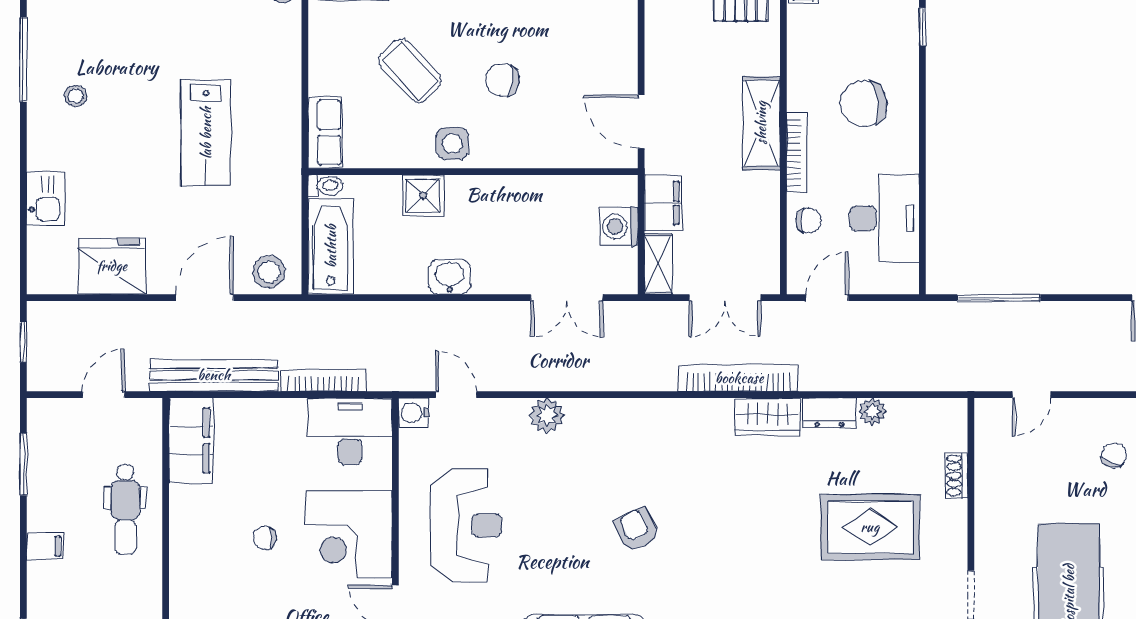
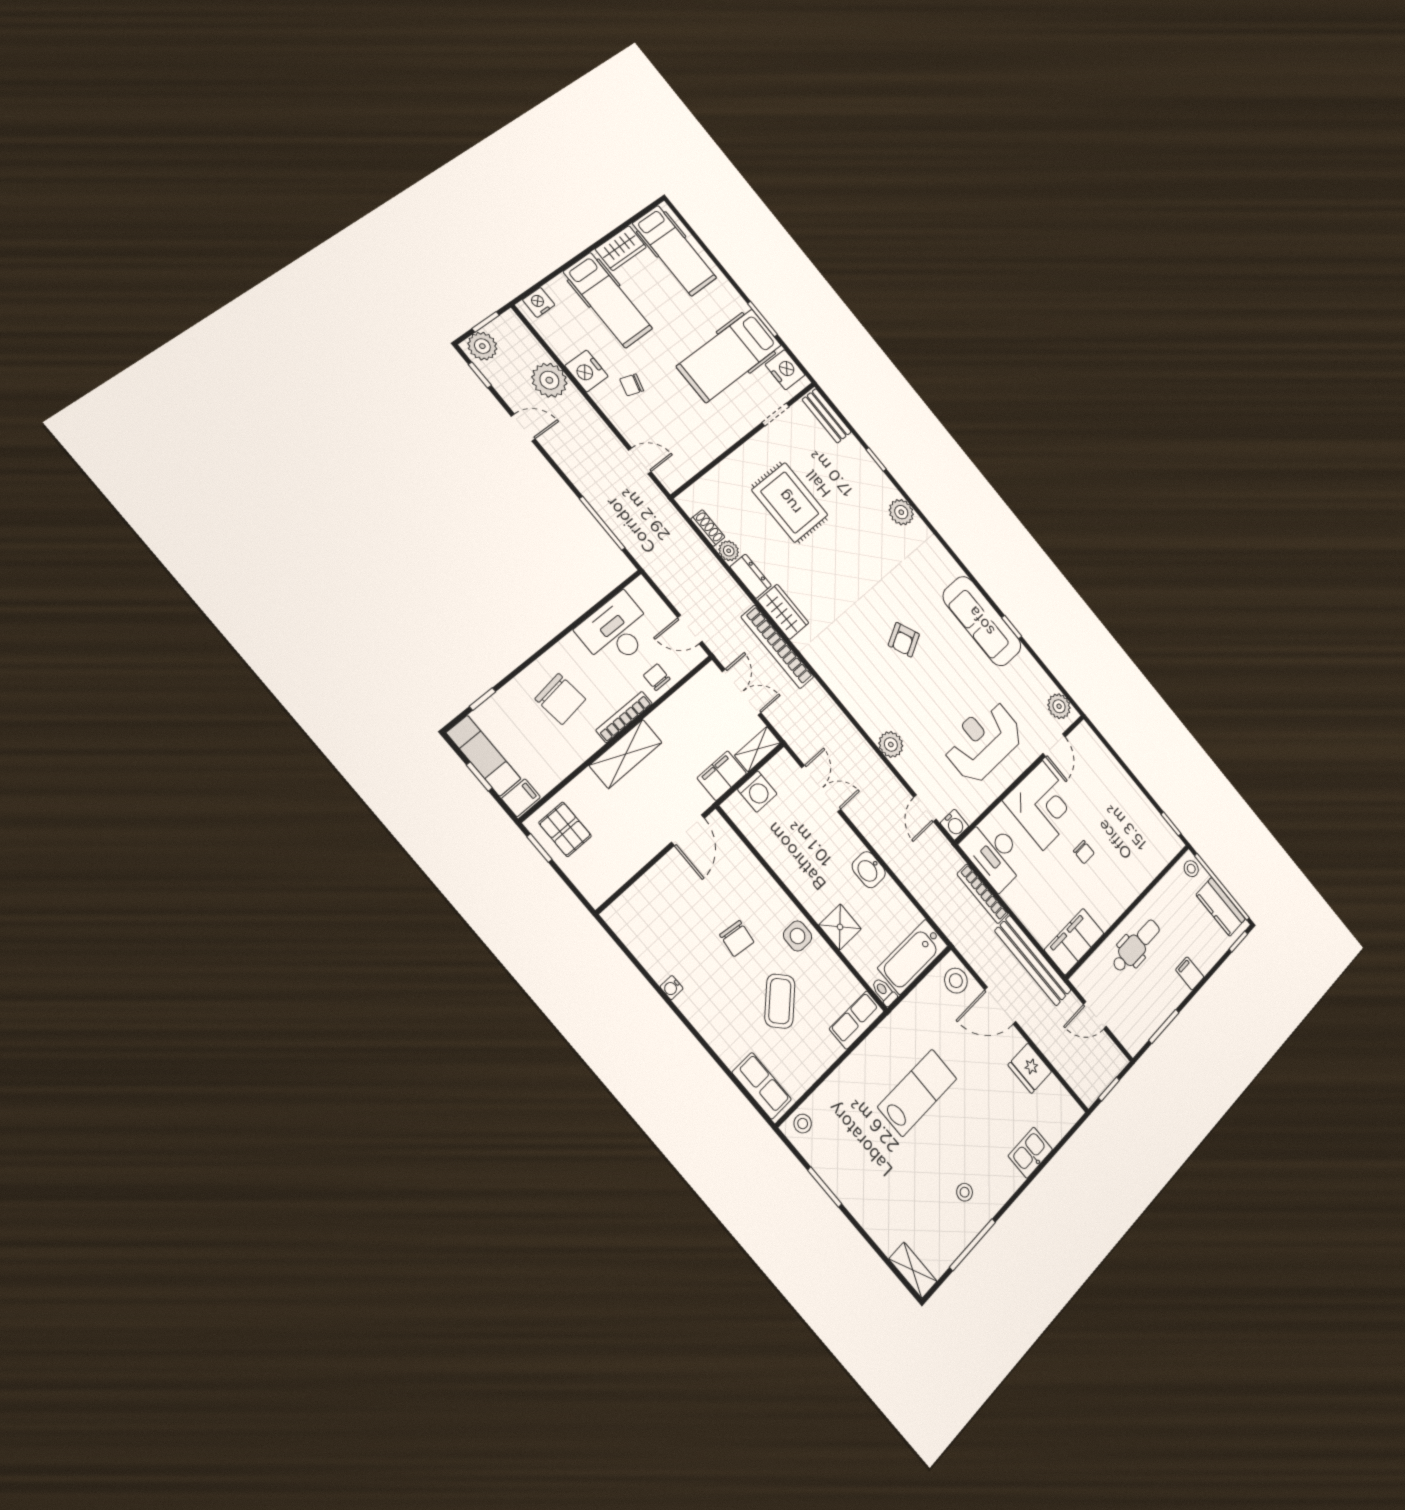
fridge: (112, 266) -> (1030, 1068), width x0.73, depth x0.75
shoe rack: (957, 475) -> (708, 528), moved, turned -90

